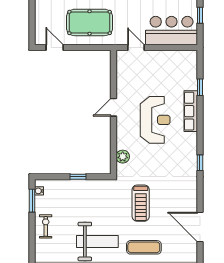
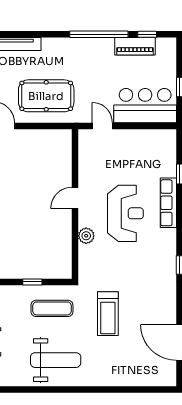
plant: (123, 157) -> (86, 236), moved
exercise mat: (144, 247) -> (52, 308), moved

